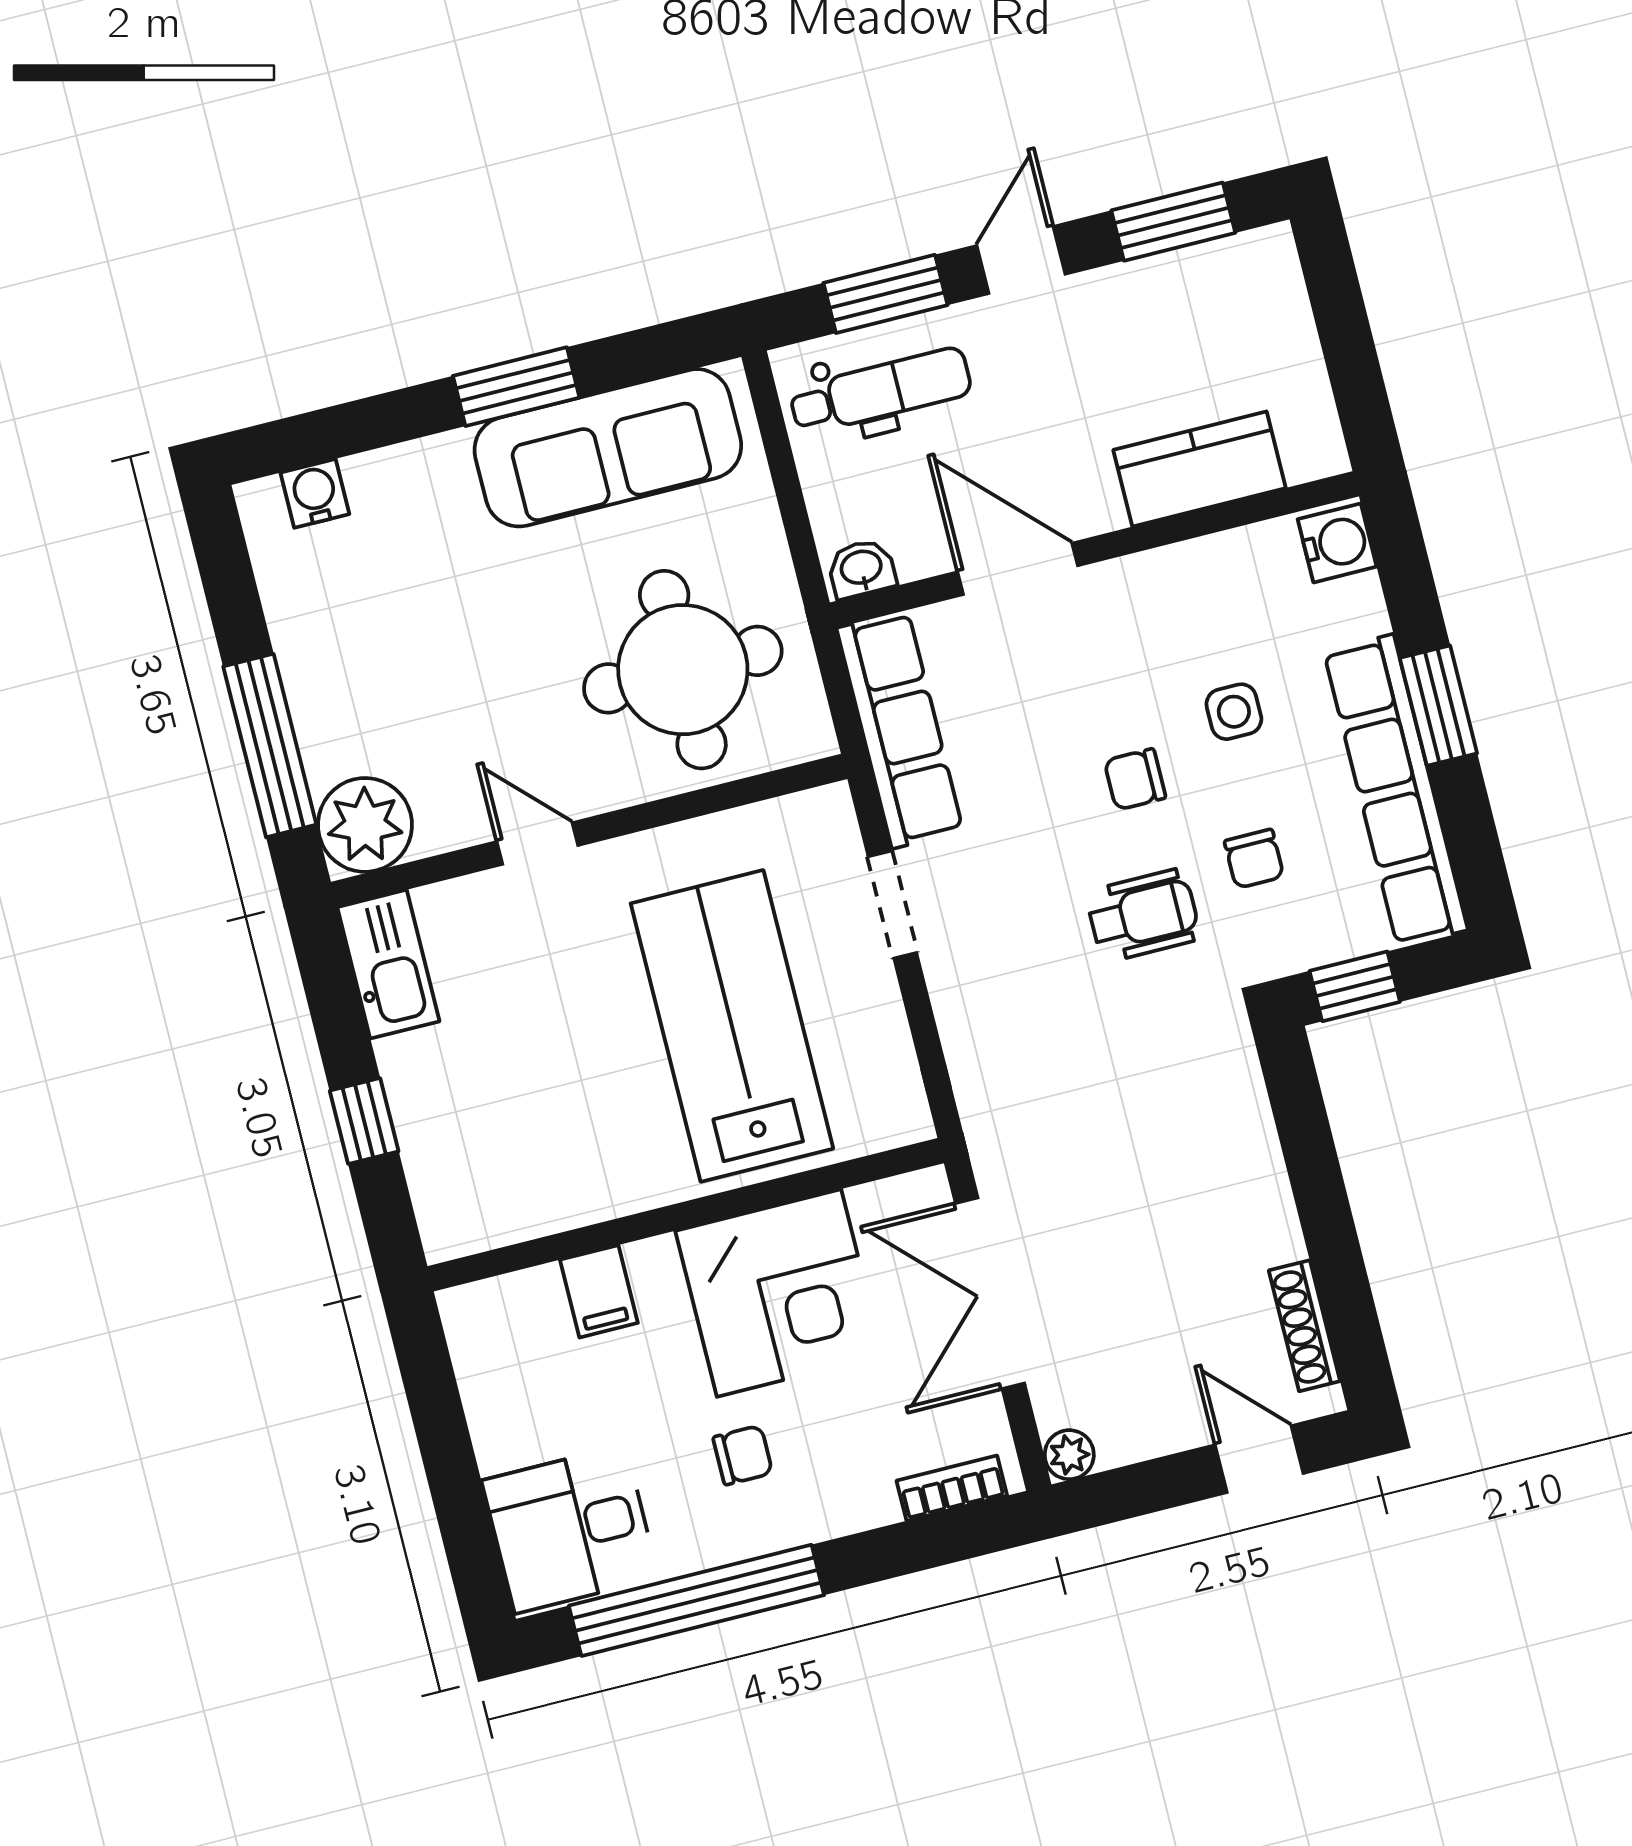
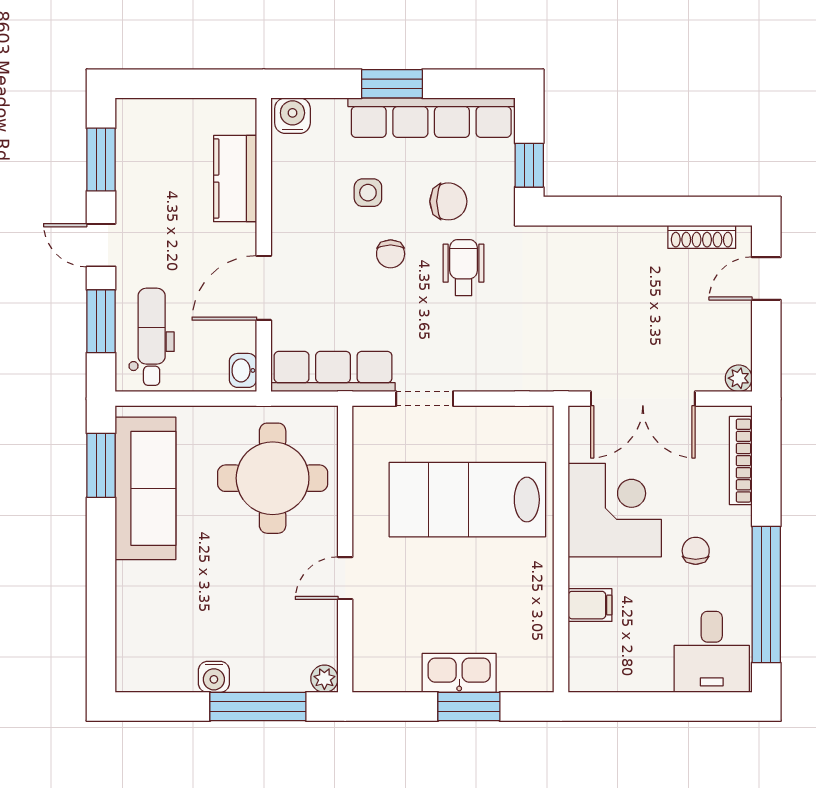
window: (516, 387) -> (101, 465), moved
water cooler: (315, 493) -> (214, 677), moved, turned -90
plant: (365, 825) -> (324, 679), width x0.53, depth x0.53
chair: (1254, 859) -> (448, 201), width x1.37, depth x1.37
kitchen sink: (388, 964) -> (459, 673), moved
window: (364, 1121) -> (469, 707), width x1.50
bookcase: (952, 1488) -> (741, 461), width x1.56

